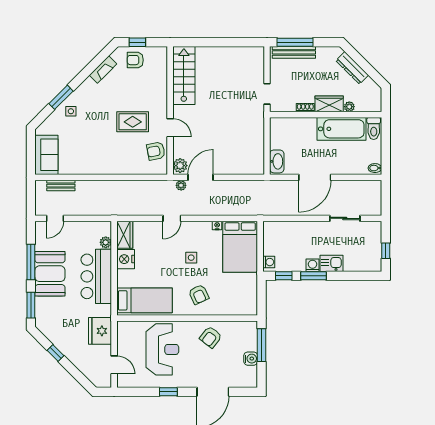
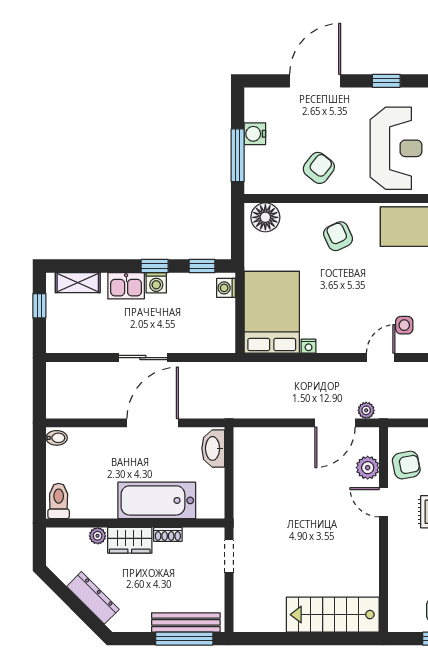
stairs: (184, 76) -> (333, 615), moved, turned 90
bathtub: (342, 129) -> (157, 500), moved
plant: (180, 166) -> (368, 468), moved
sliding door: (345, 218) -> (143, 358), moved
side table: (191, 258) -> (404, 325), moved
shelving: (362, 265) -> (78, 283), added
window: (314, 276) -> (155, 266), width x0.67
floor lamp: (244, 306) -> (265, 217), added
reception desk: (162, 349) -> (396, 148), turned 180

